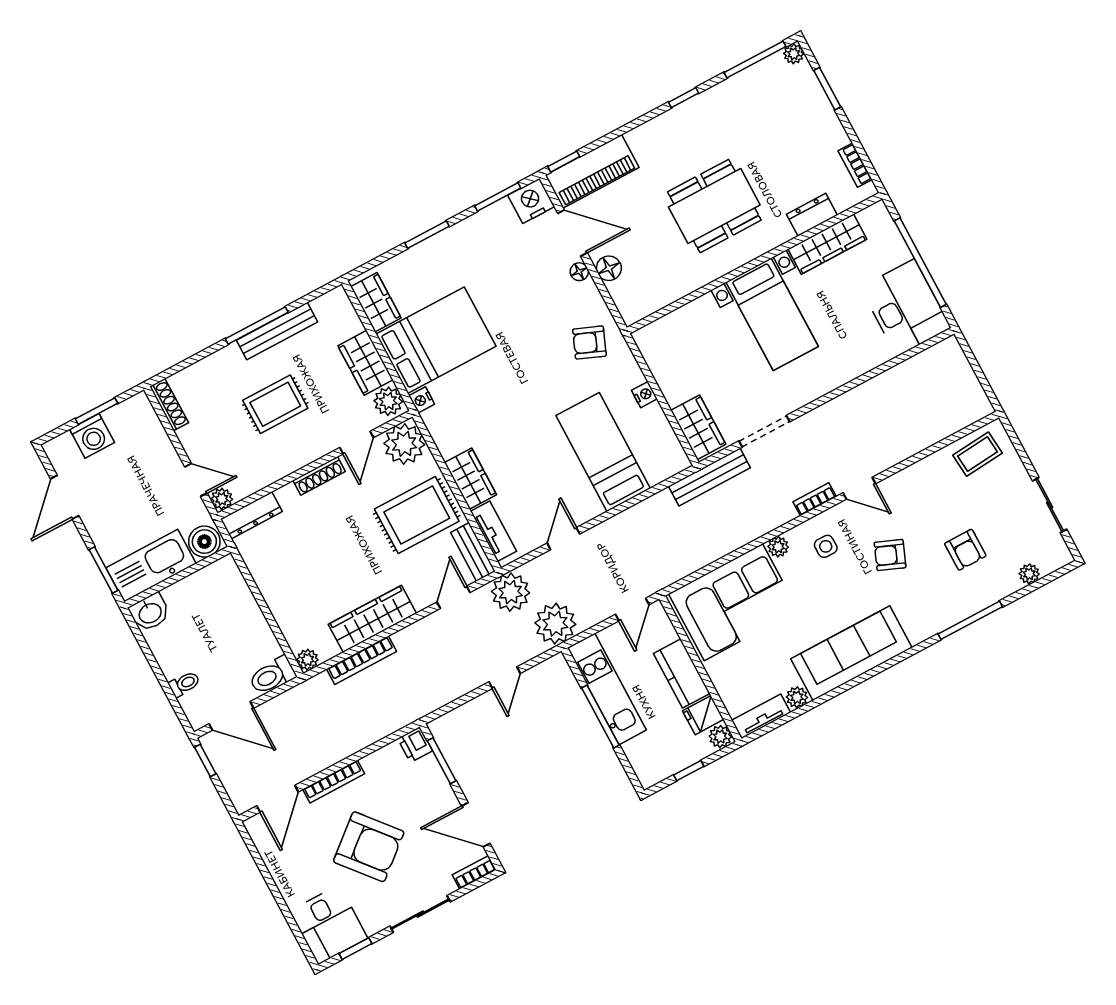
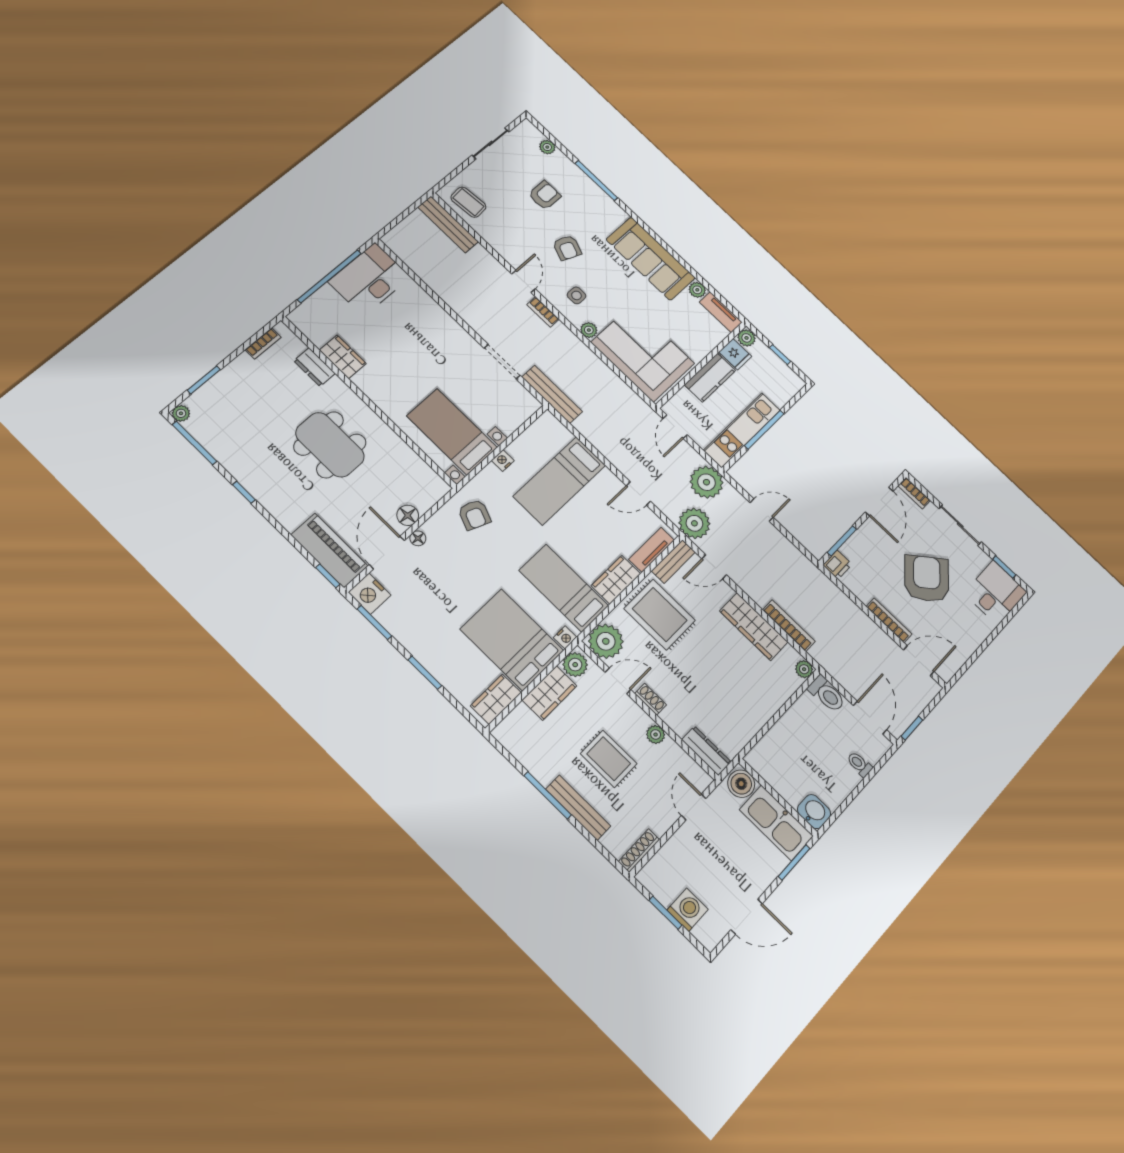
wardrobe: (827, 244) -> (343, 357), width x0.67
bed with nightstands: (772, 314) -> (452, 432), moved, turned -90
bench: (277, 331) -> (578, 808), moved
bed: (478, 416) -> (564, 588), added
bench: (954, 421) -> (448, 224), added
wardrobe: (698, 427) -> (516, 412), removed
shoe rack: (319, 476) -> (651, 699), width x0.70
plant: (222, 499) -> (656, 735), moved
door: (632, 610) -> (675, 427), swing flipped

